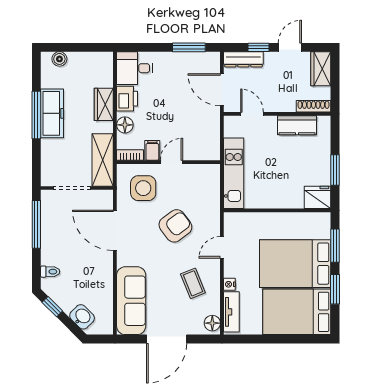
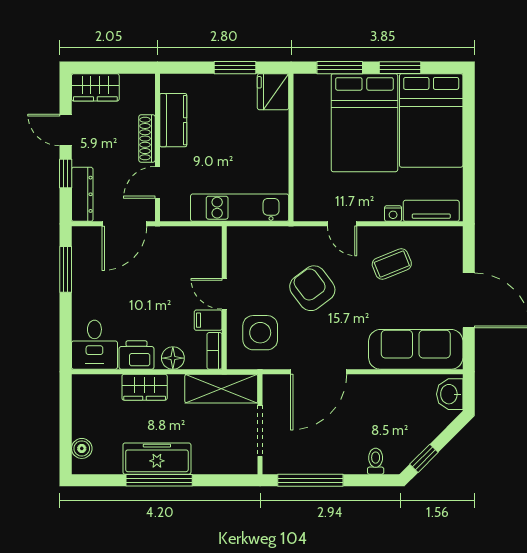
shoe rack: (314, 106) -> (147, 139), moved
washbasin: (82, 317) -> (450, 394), moved, turned -45
floor lamp: (212, 323) -> (447, 237), removed

